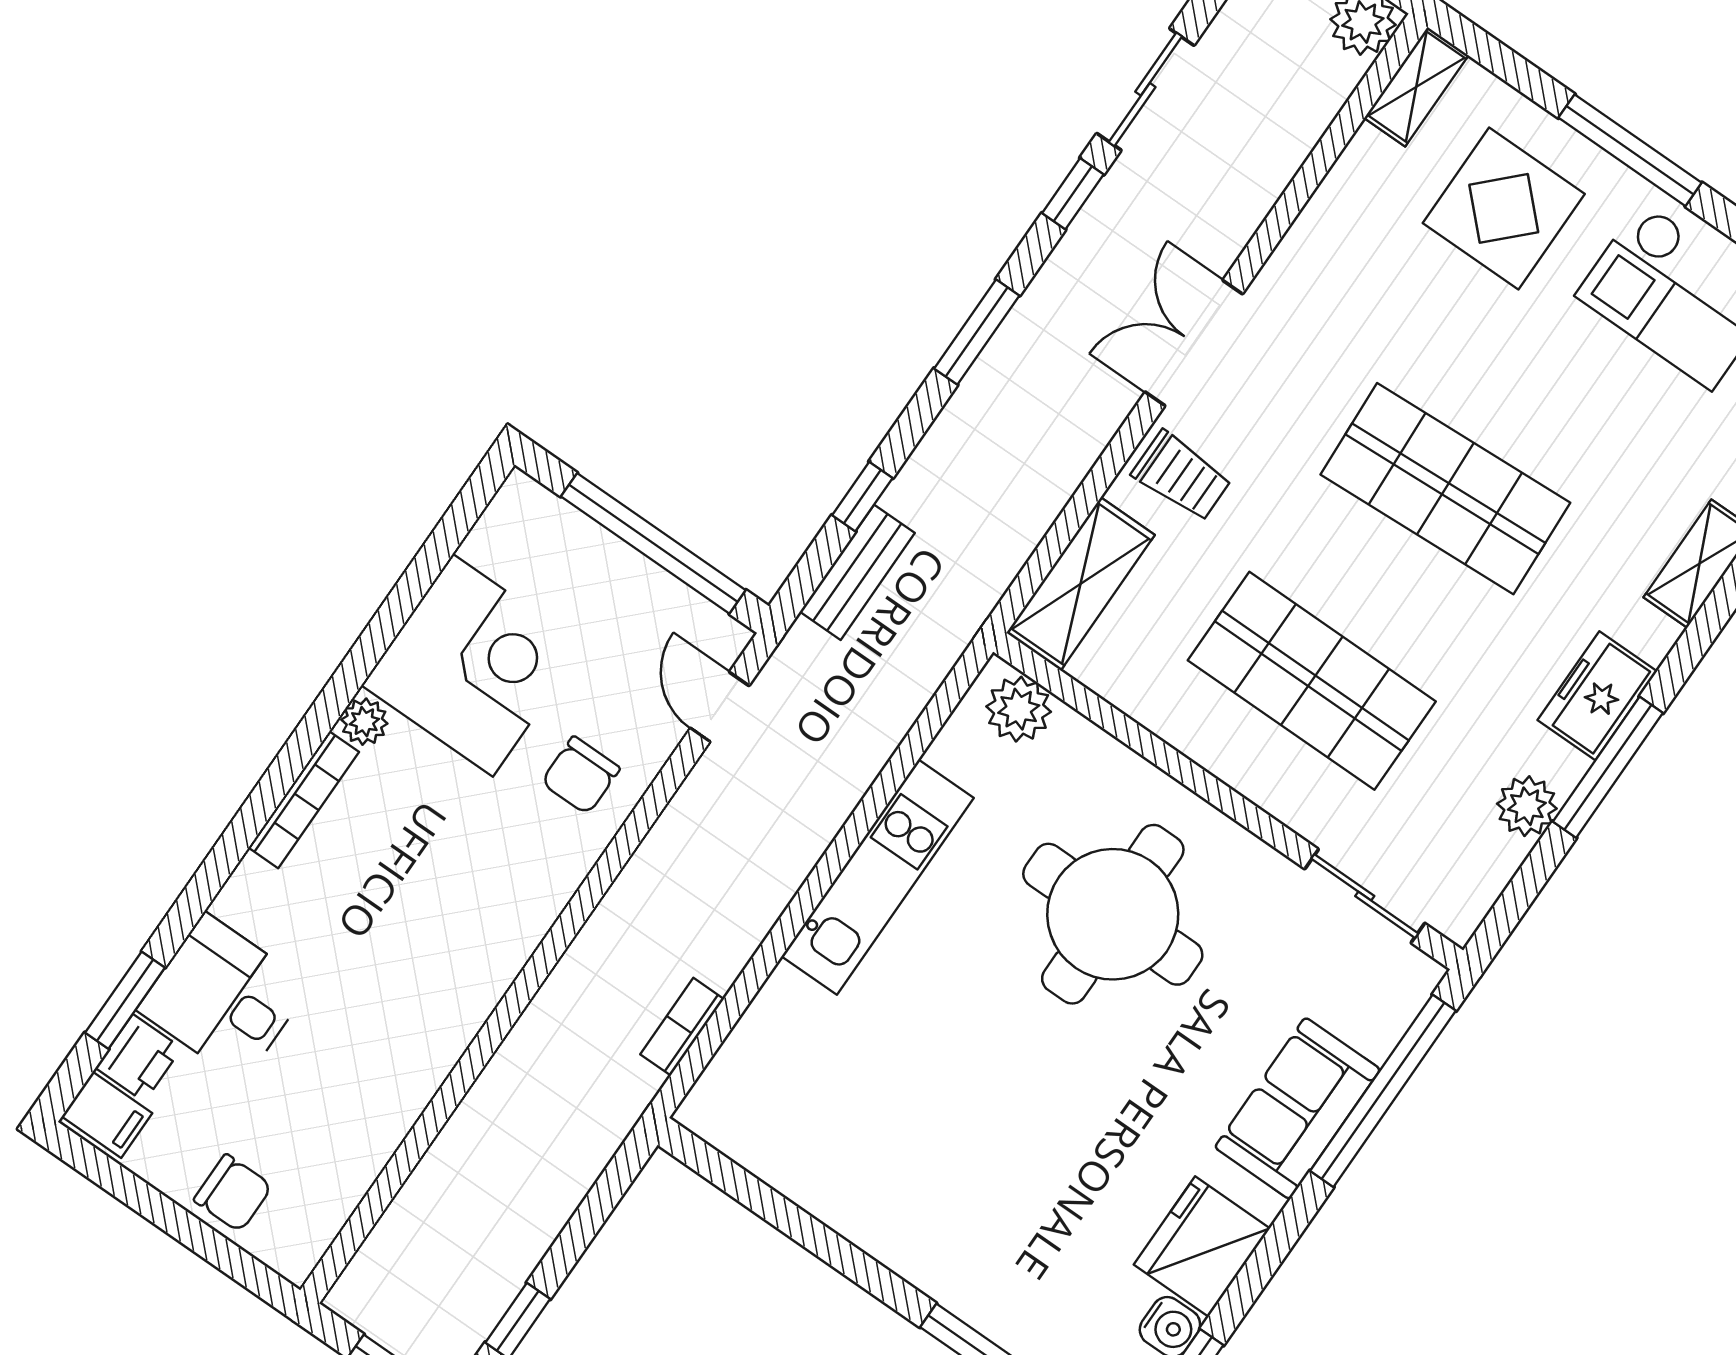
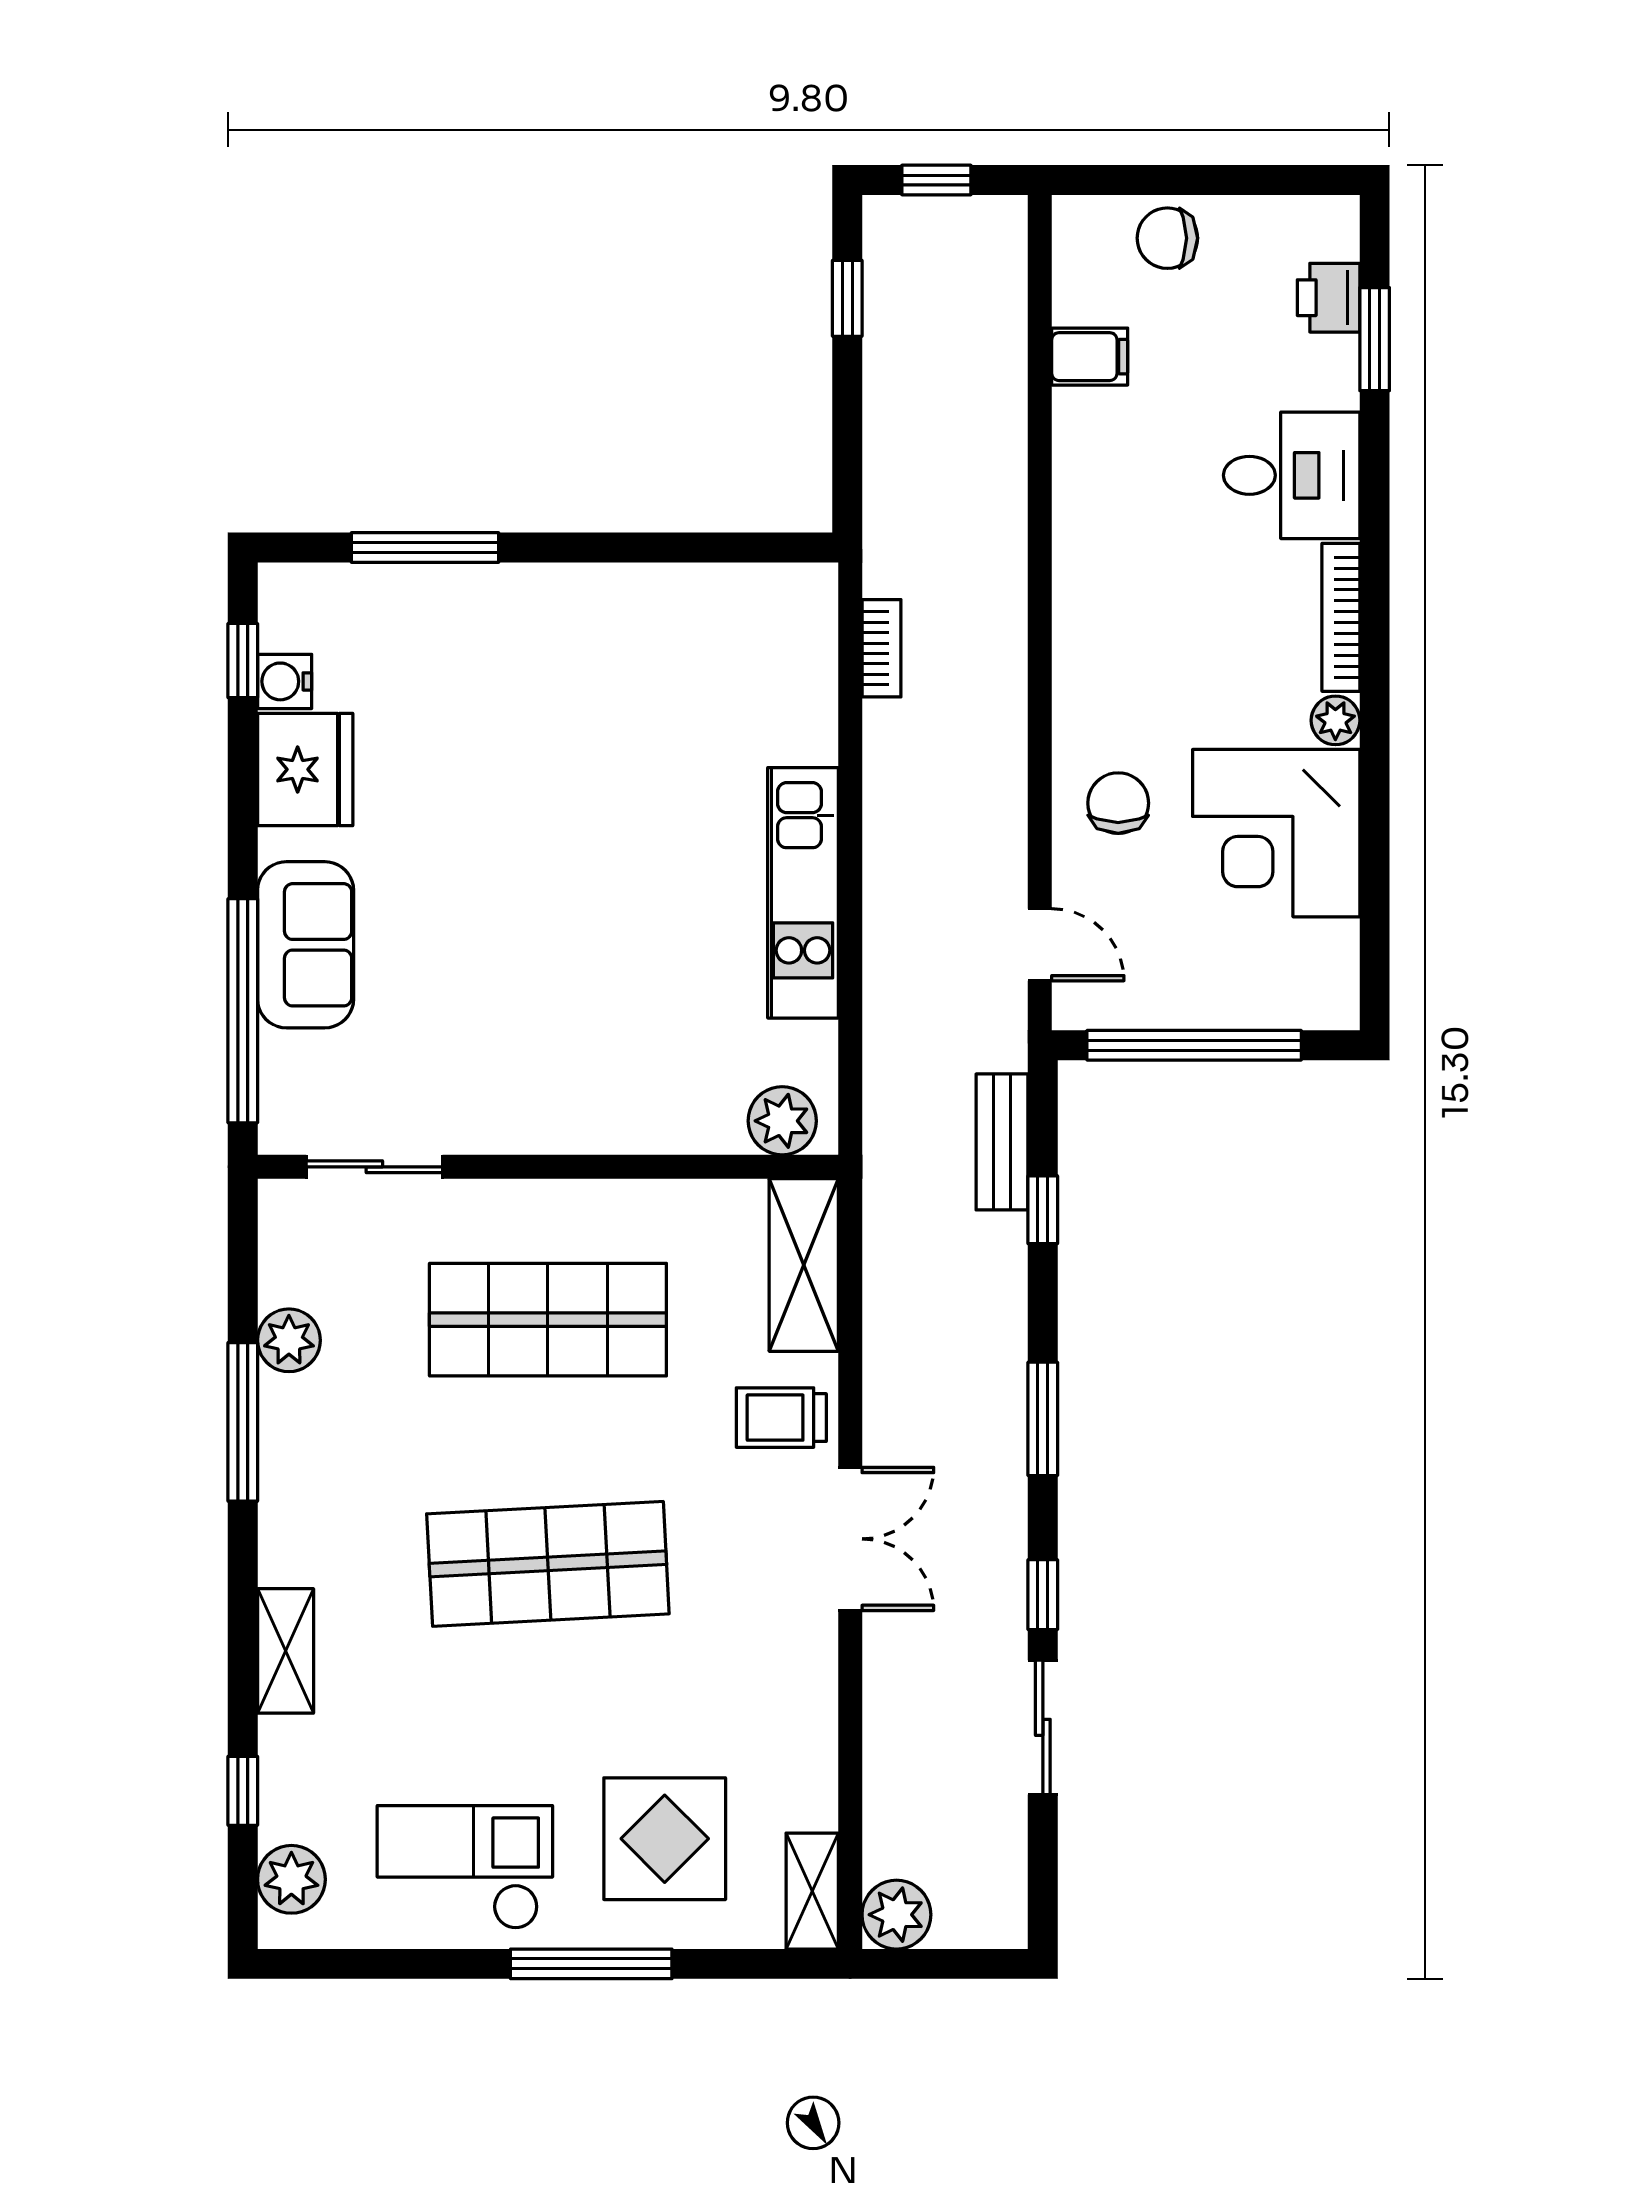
freezer: (1597, 696) -> (294, 1477), removed
round table: (1113, 914) -> (579, 1001), removed
desk: (224, 998) -> (1292, 475), moved
filing cabinet: (107, 1115) -> (1090, 357), moved, turned 180

